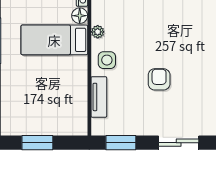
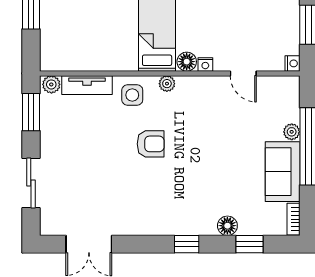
armchair: (159, 79) -> (151, 144), moved
plant: (98, 126) -> (51, 84), added

